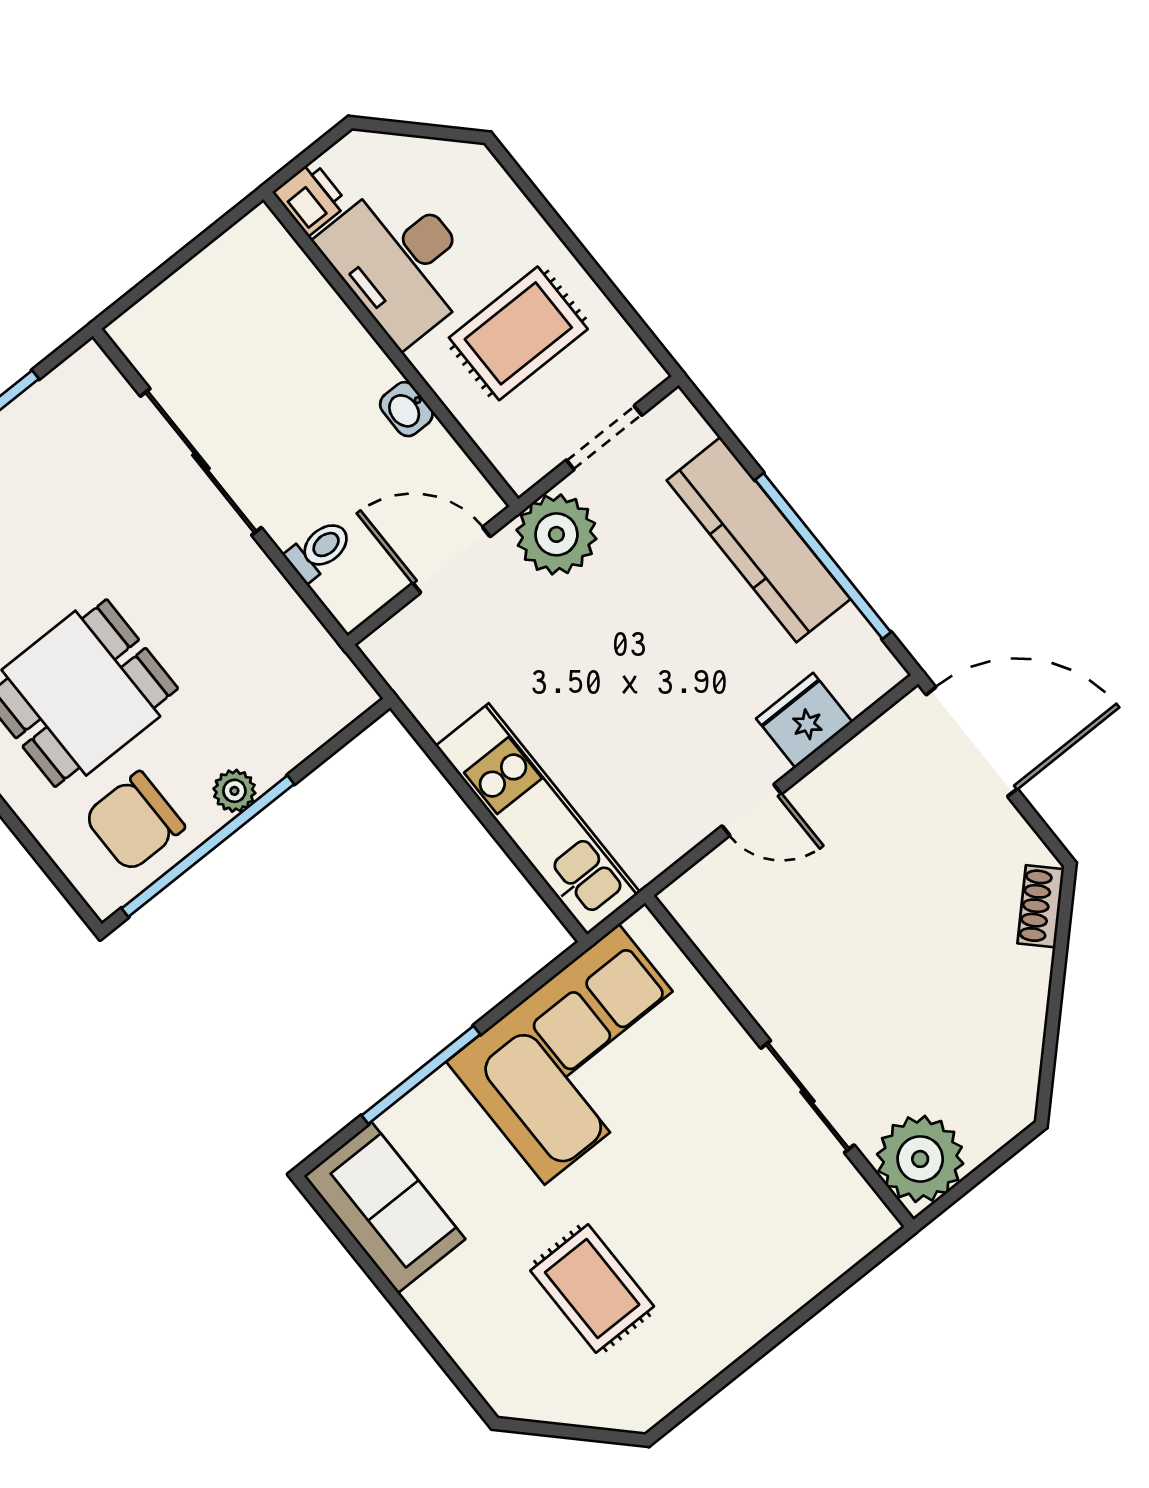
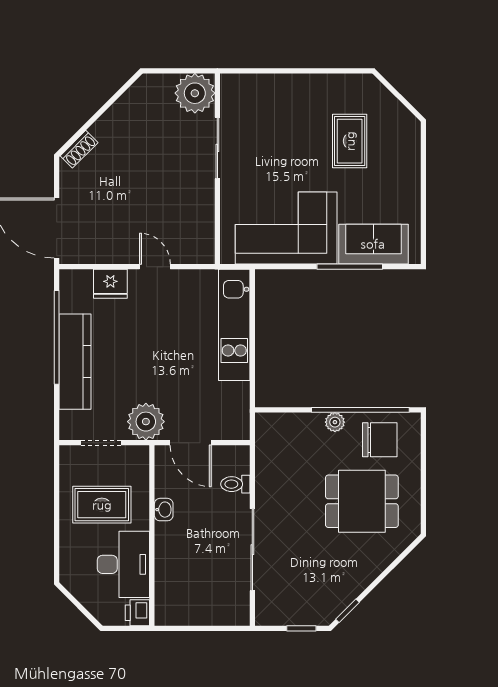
sofa: (385, 1208) -> (373, 244), moved, turned 90

